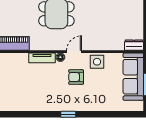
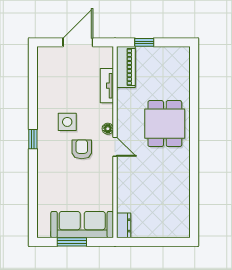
tv unit: (42, 58) -> (107, 86), moved
side table: (97, 62) -> (67, 122), moved

